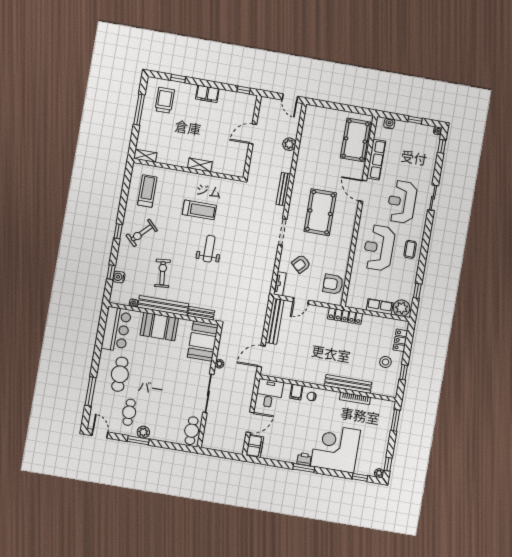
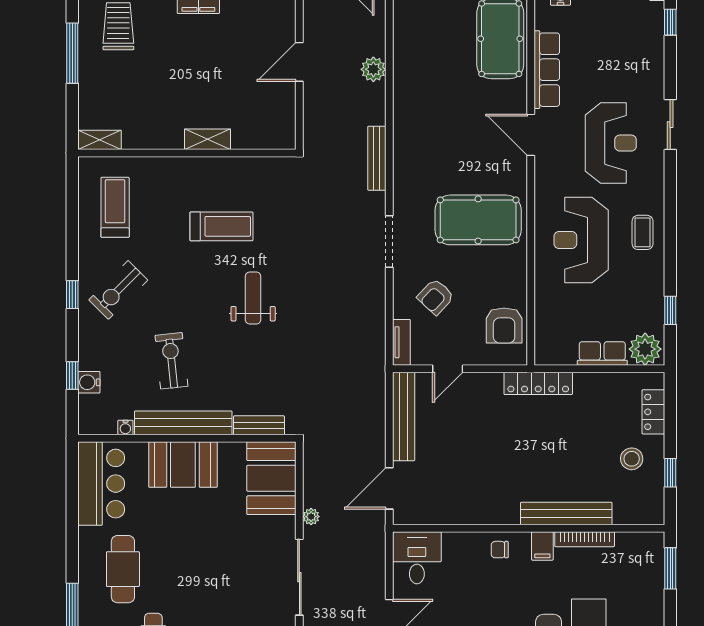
reception desk: (402, 202) -> (611, 143), turned 180
pool table: (320, 212) -> (478, 220), moved, turned 90
armchair: (333, 284) -> (504, 325), turned -90
filing cabinet: (296, 392) -> (542, 546), moved

